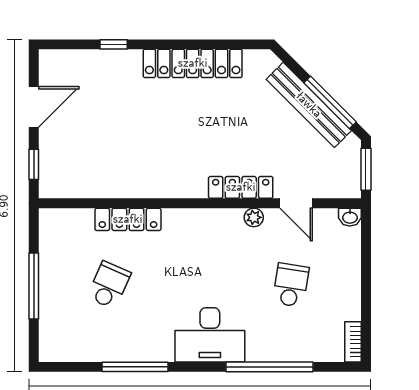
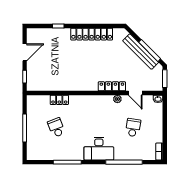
locker: (128, 219) -> (59, 100), width x0.66
school desk: (109, 285) -> (56, 128), turned -45

